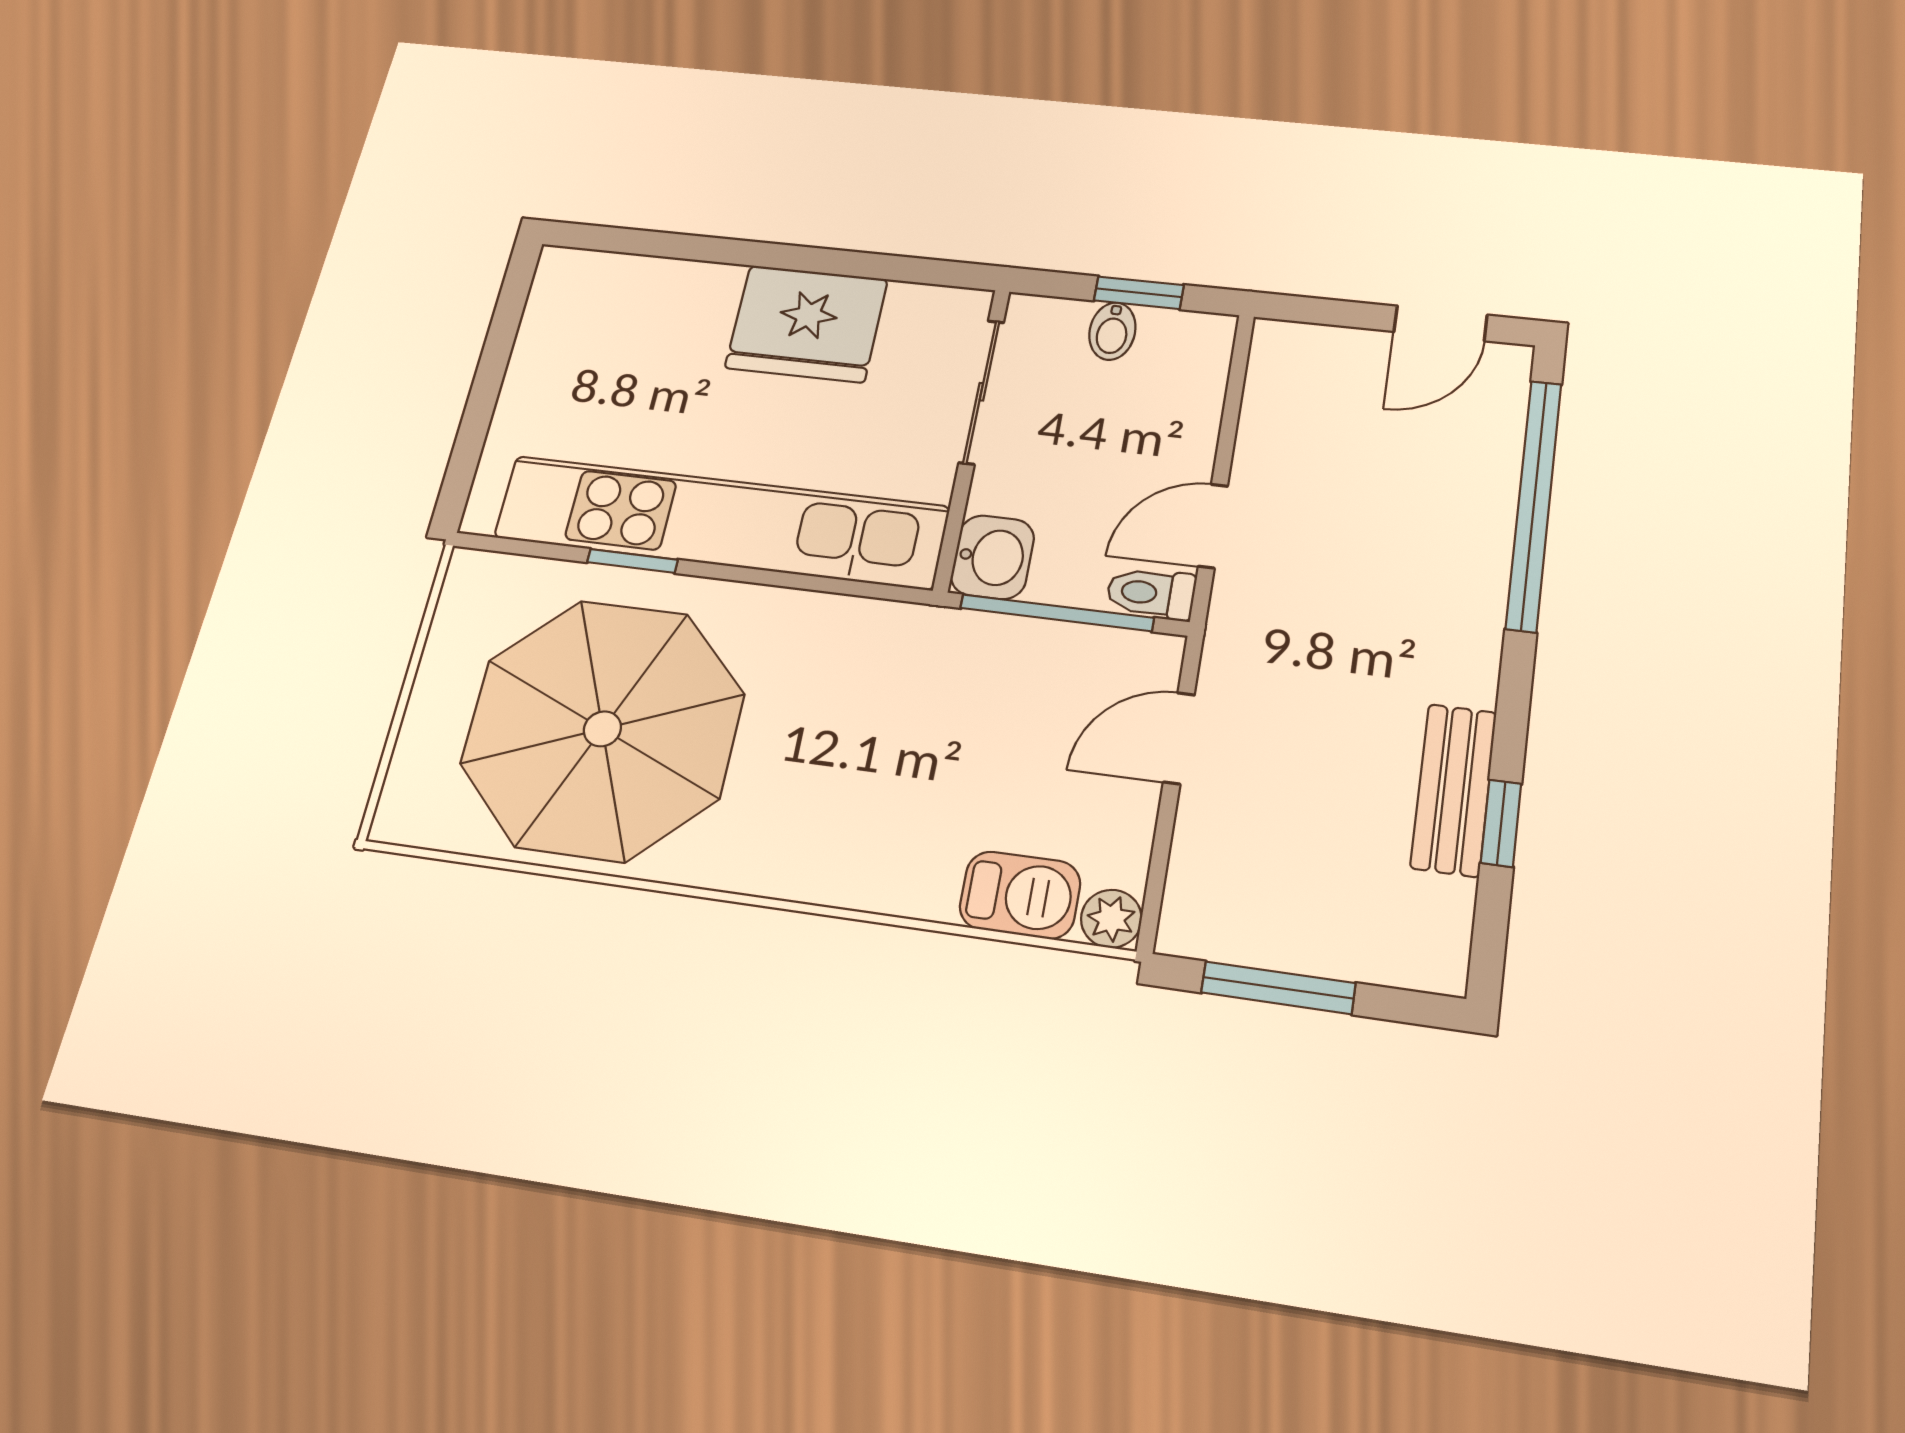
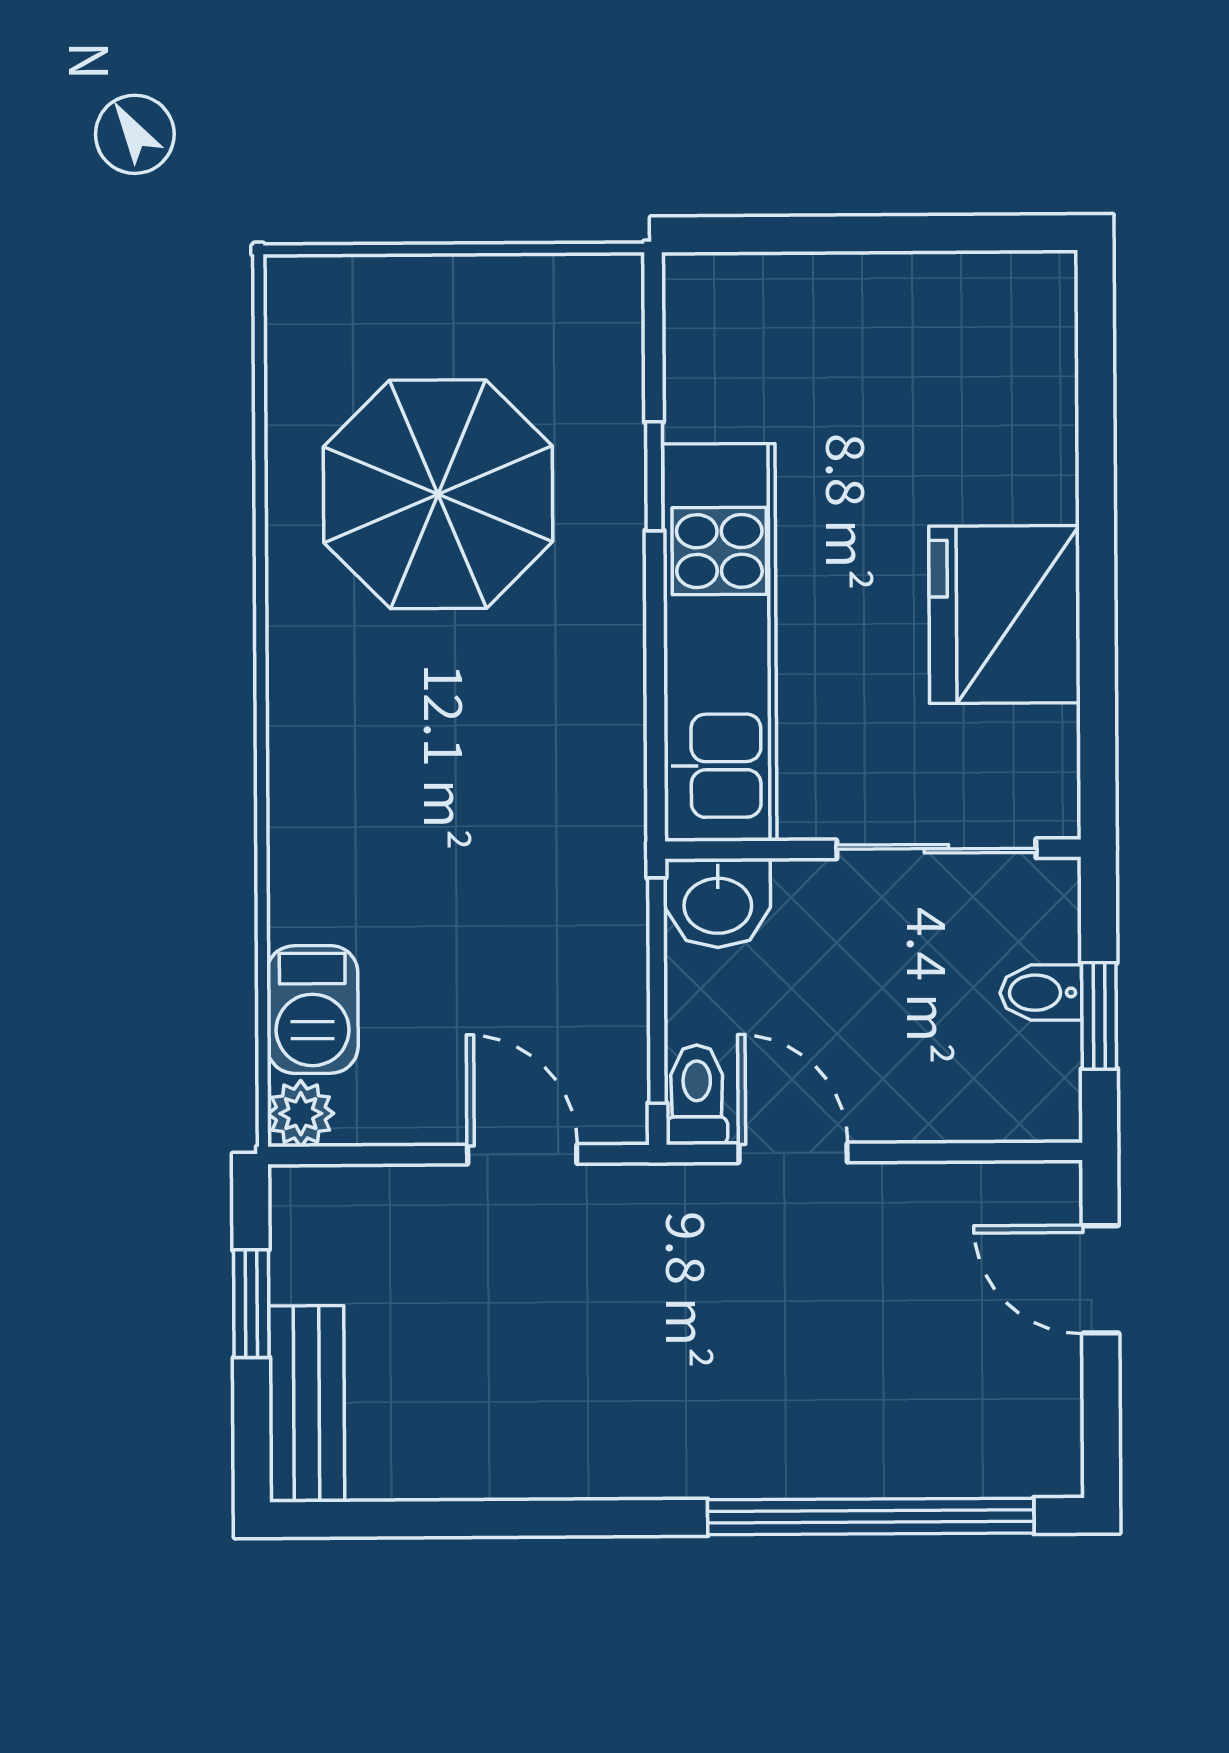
door: (1441, 323) -> (1100, 1279), moved
kitchen unit: (720, 522) -> (720, 642), width x0.73
parasol: (602, 729) -> (438, 494), width x0.73, depth x0.73
bench: (1454, 790) -> (307, 1404), moved, turned 90
window: (1501, 823) -> (473, 1519), removed
window: (1278, 988) -> (251, 1304), width x0.67

